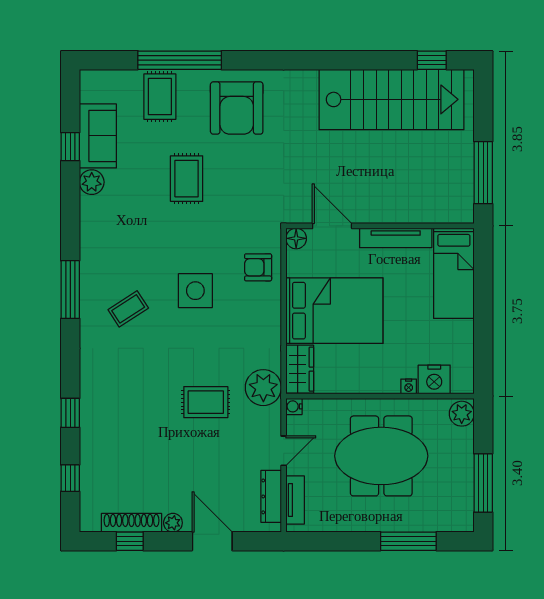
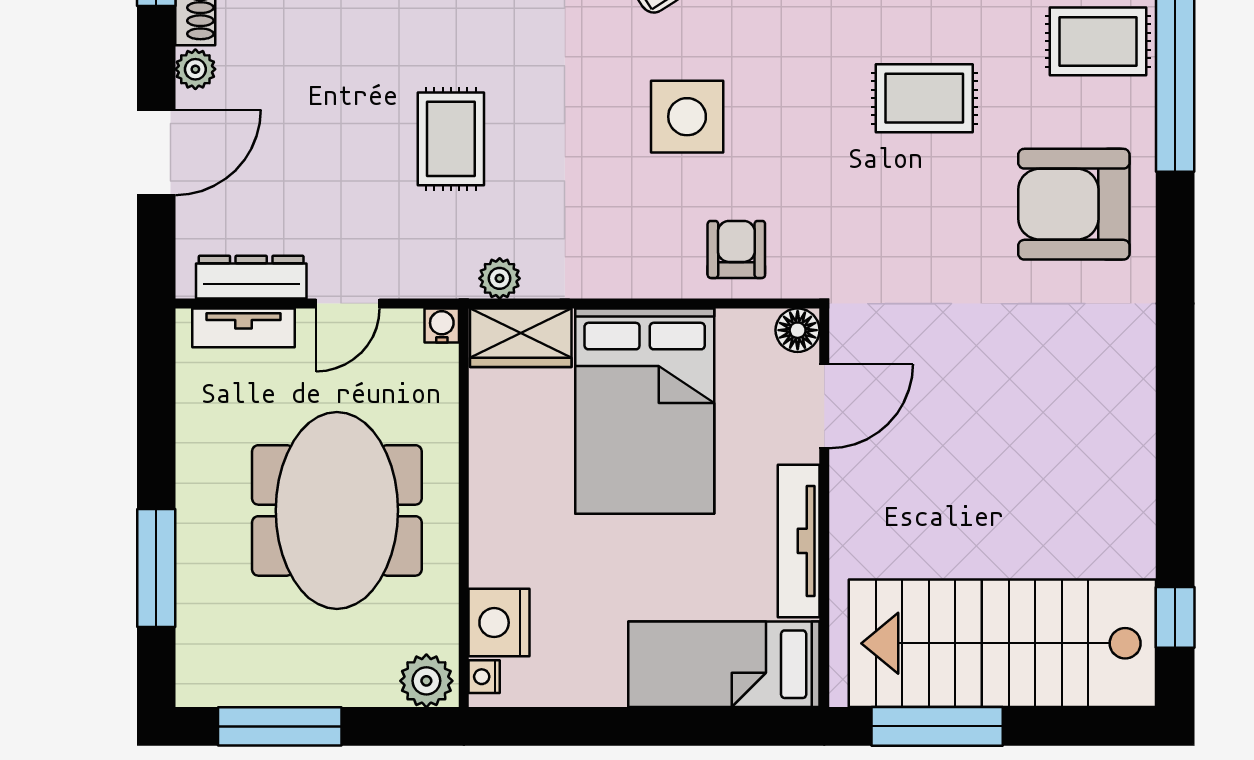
stairs: (392, 99) -> (1002, 643), moved, turned 90
nightstand: (409, 386) -> (484, 677), moved
plant: (263, 388) -> (500, 278), width x0.53, depth x0.53
door: (284, 451) -> (348, 304), hinge flipped

